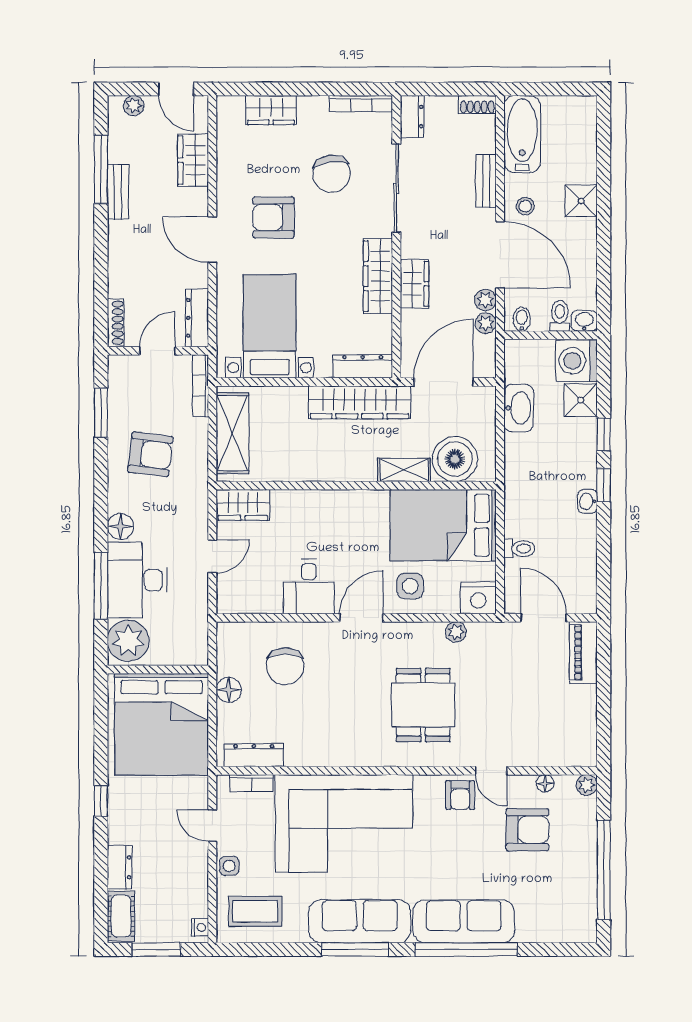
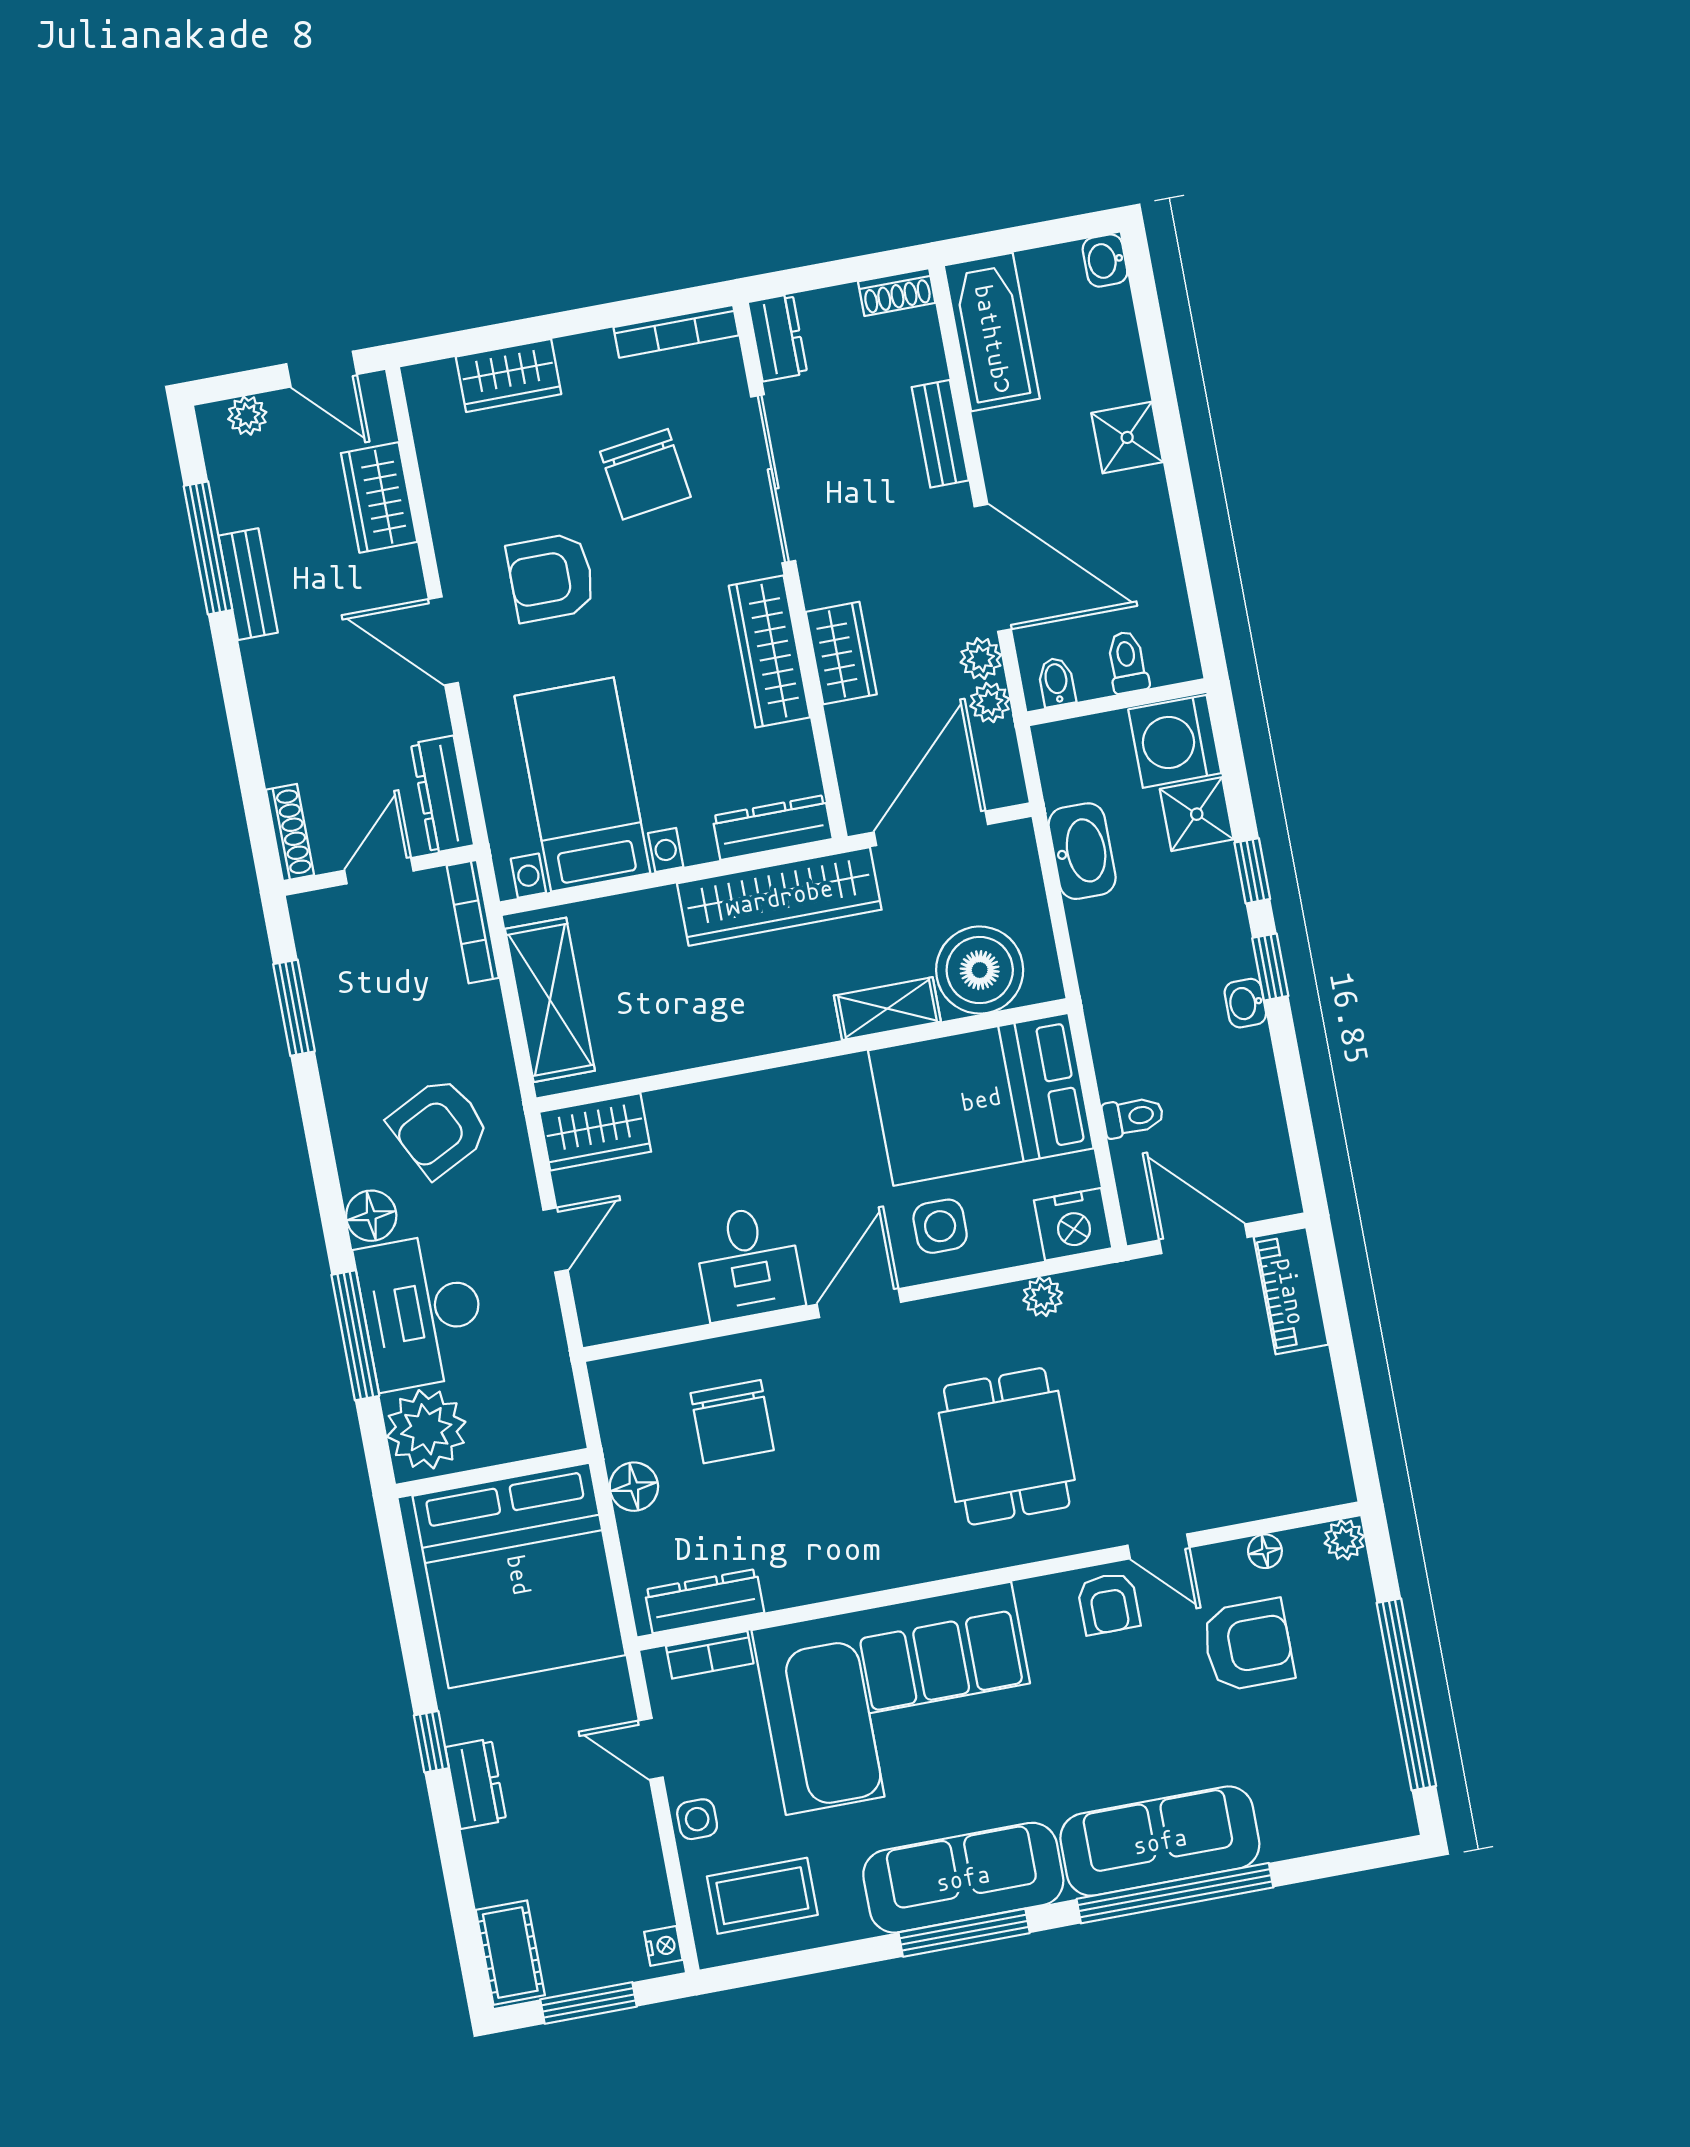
stool: (525, 206) -> (1023, 467), removed
washbasin: (584, 321) -> (1105, 261), moved, turned -90
armchair: (150, 454) -> (439, 1127), moved, turned 146
dresser: (120, 867) -> (476, 1784), moved

